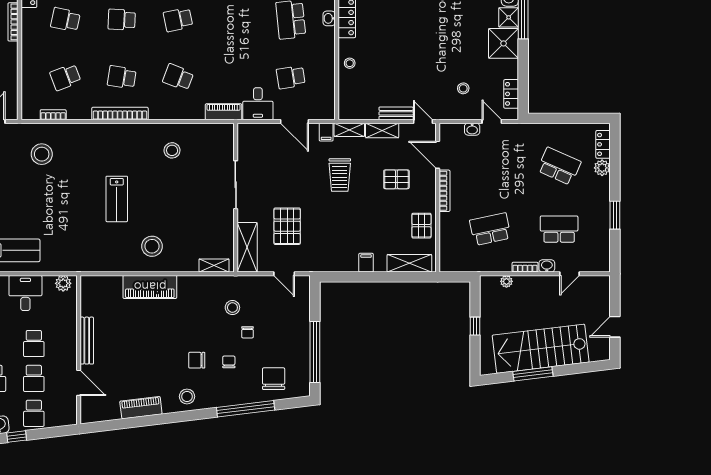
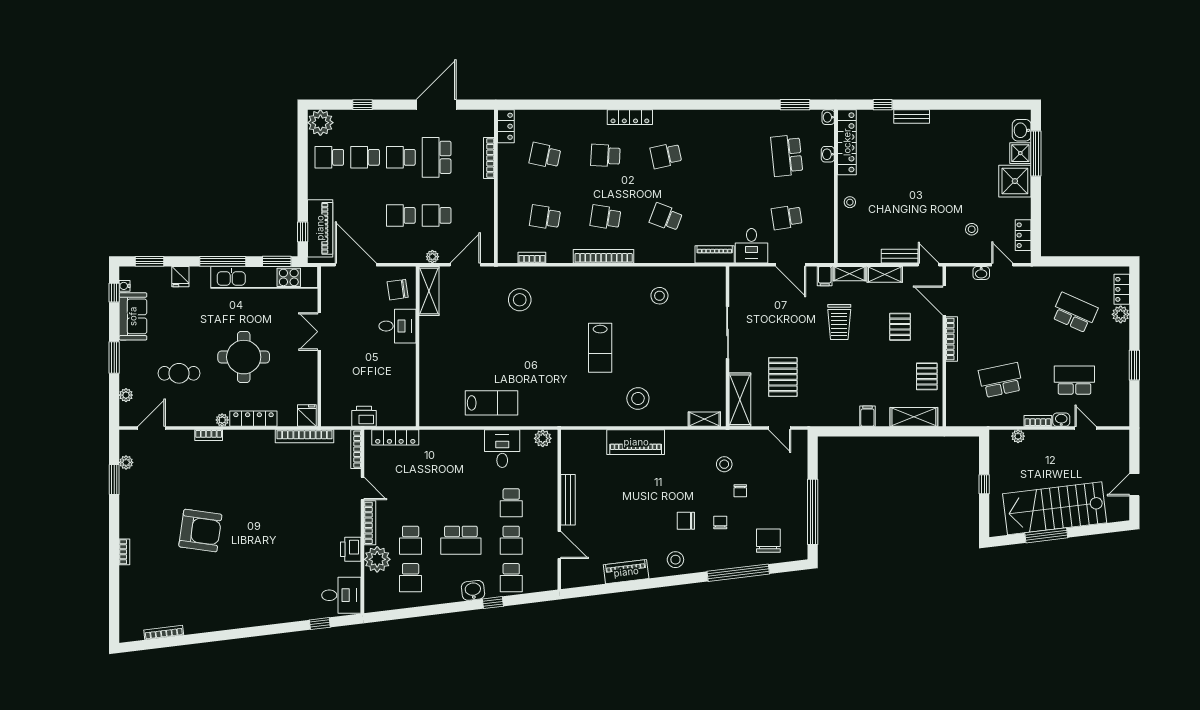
school desk: (65, 77) -> (545, 217), turned 30
pallet: (396, 179) -> (900, 327), turned 90
door: (569, 274) -> (1086, 428), swing flipped

